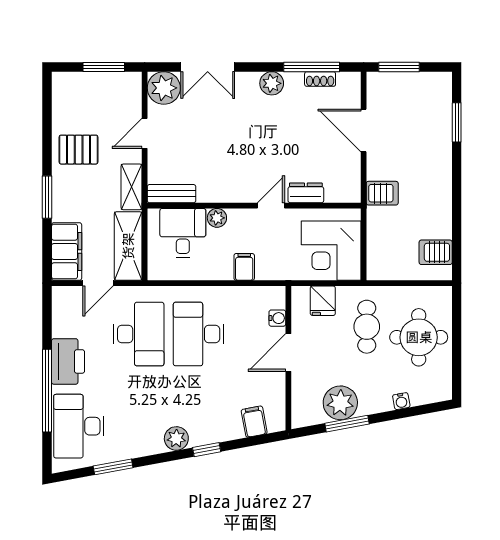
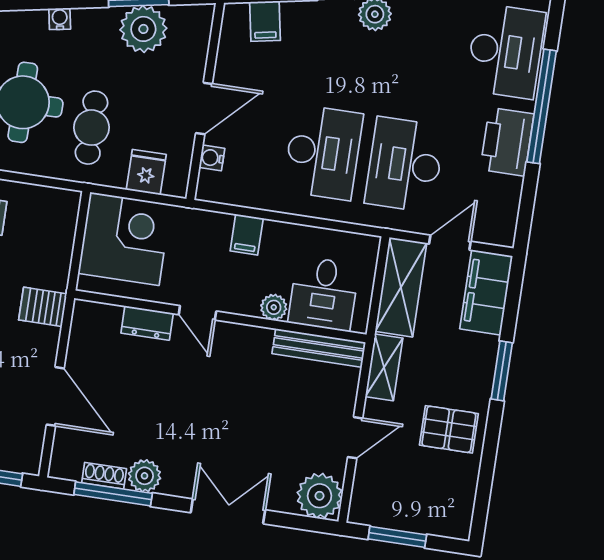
double door: (208, 67) -> (228, 511), moved
plant: (272, 83) -> (145, 476), moved
bench: (172, 194) -> (319, 348), width x1.36
door: (271, 206) -> (197, 313), hinge flipped

